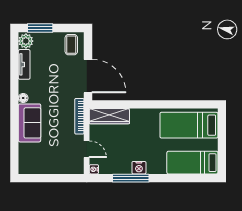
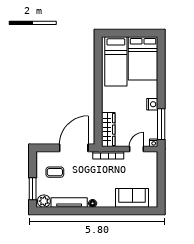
coffee table: (71, 45) -> (55, 172), moved
tv unit: (24, 64) -> (69, 203), width x1.41
sofa: (30, 123) -> (132, 198), moved
bed: (192, 163) -> (143, 58), width x1.50
window: (131, 178) -> (161, 124), moved

